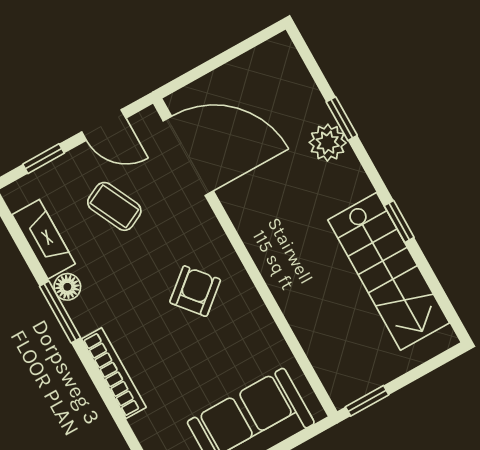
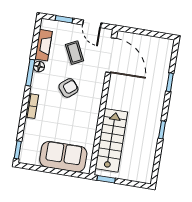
plant: (328, 143) -> (159, 86), removed
stairs: (389, 271) -> (111, 140), moved, turned 180
armchair: (195, 291) -> (68, 88), moved
bookcase: (114, 373) -> (32, 106), width x0.64

